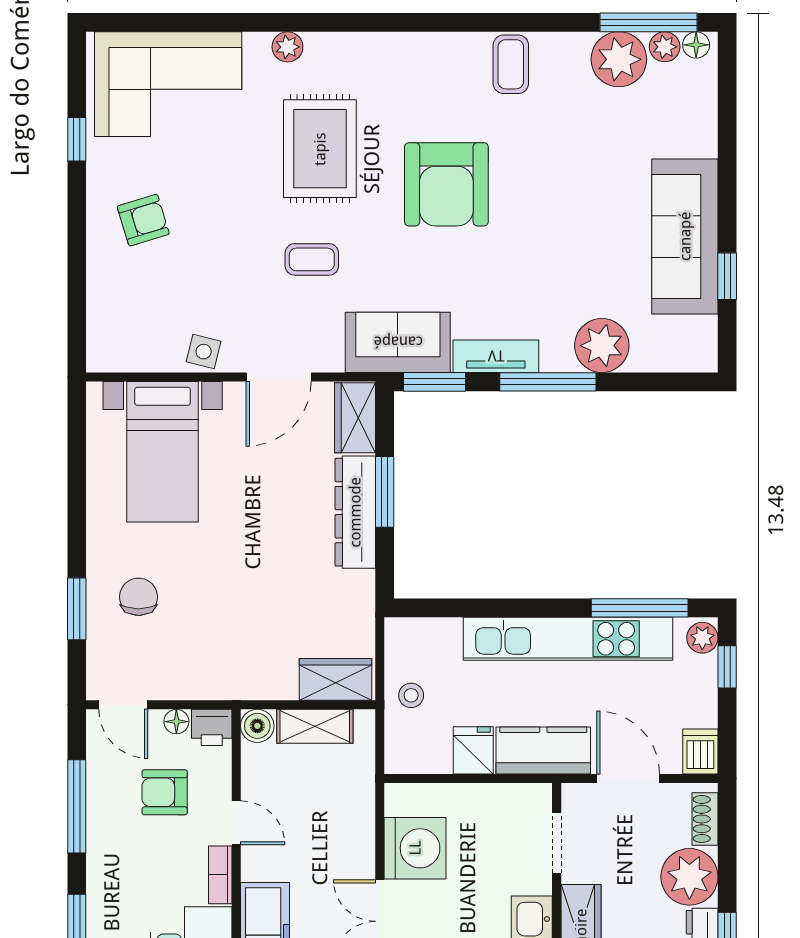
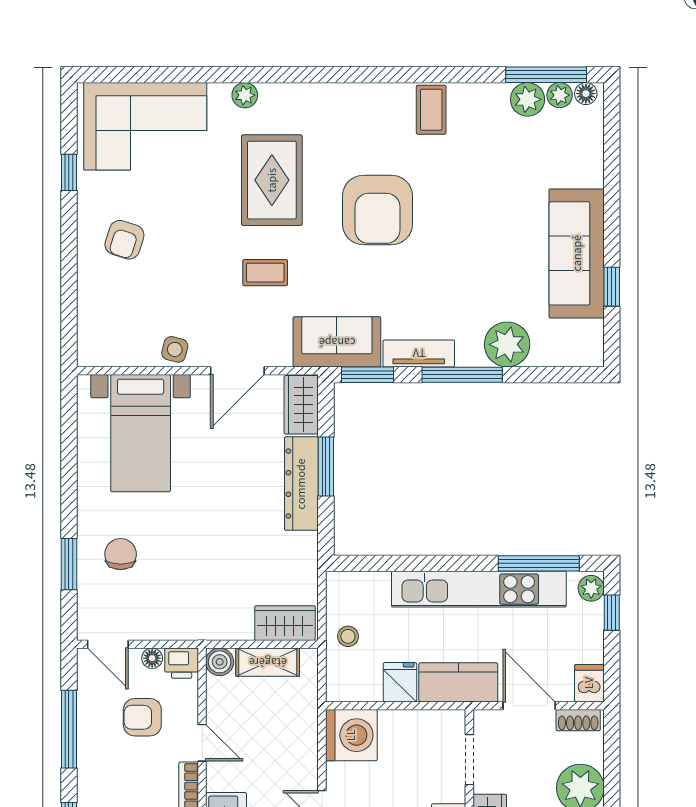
plant: (619, 59) -> (528, 99), width x0.73, depth x0.73
armchair: (143, 220) -> (124, 240), turned 125
shoe rack: (705, 819) -> (578, 720), moved, turned -90
washing machine: (415, 848) -> (351, 735), moved

